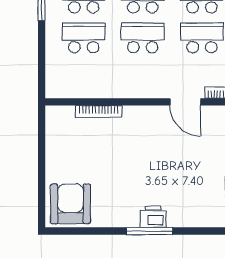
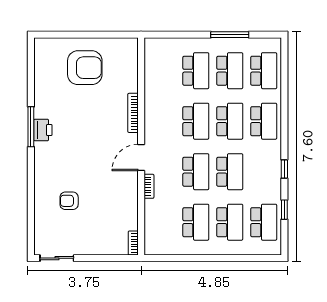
bookcase: (99, 111) -> (133, 113), moved
armchair: (71, 204) -> (85, 68), moved

